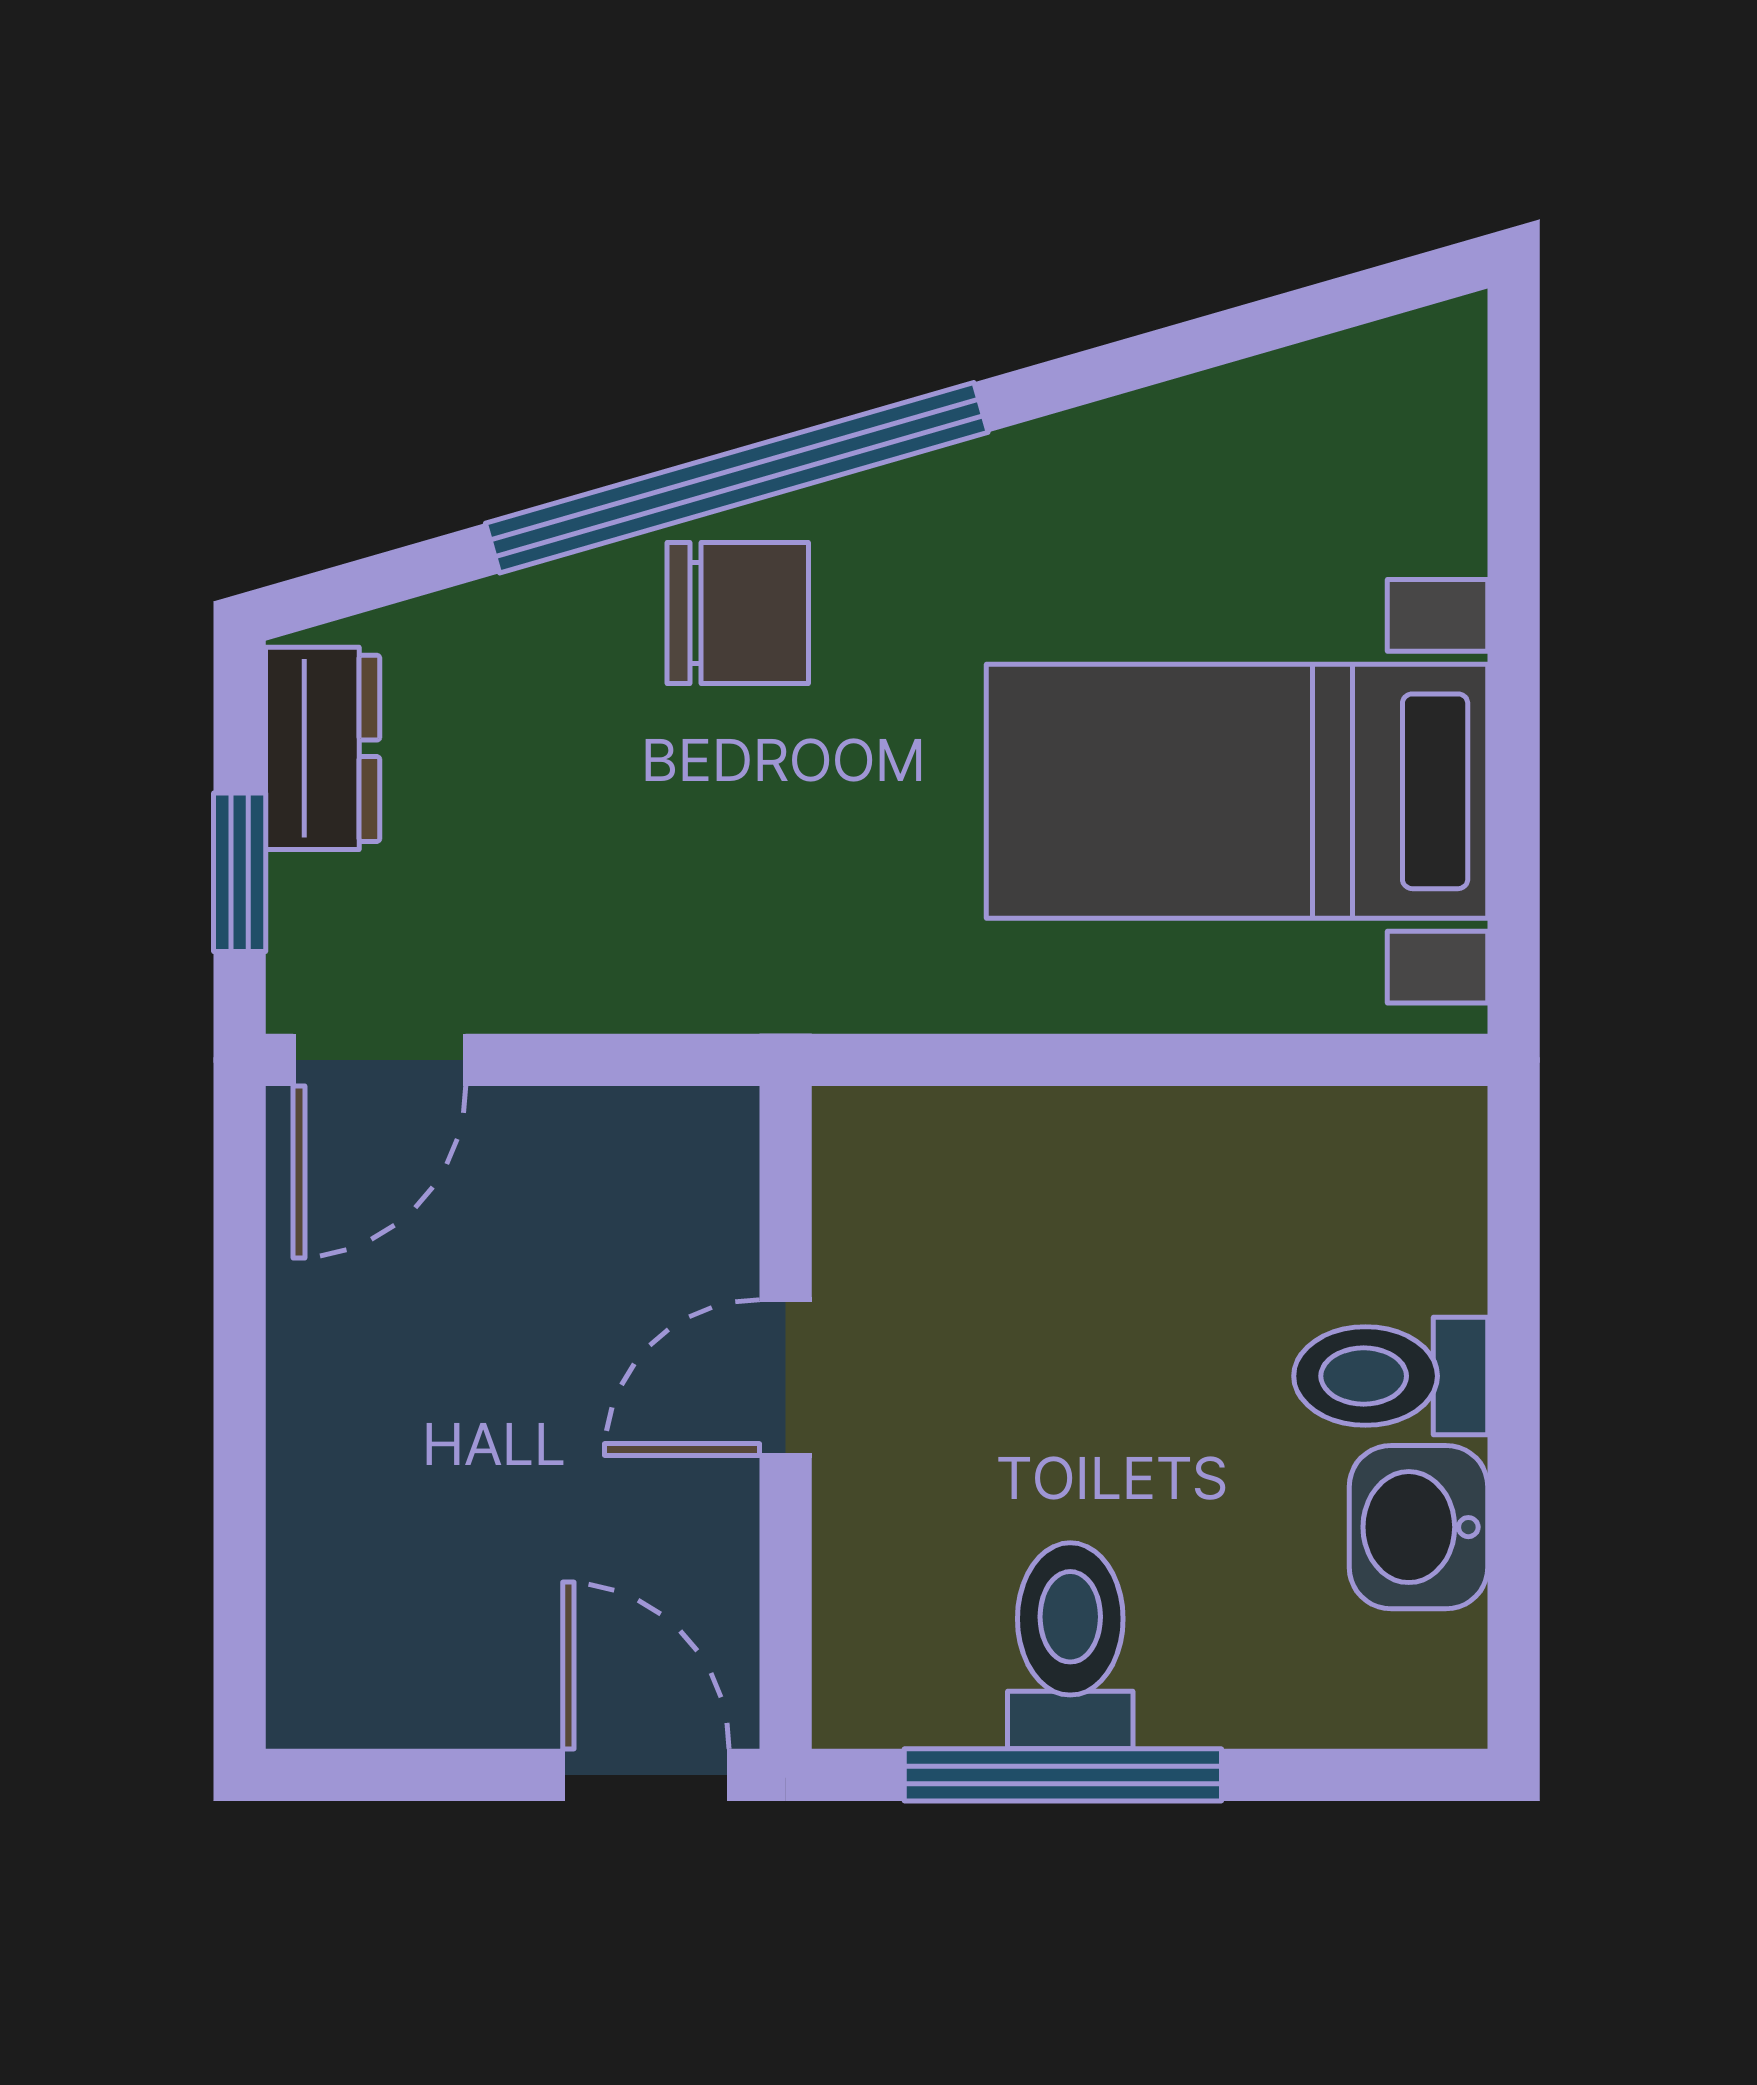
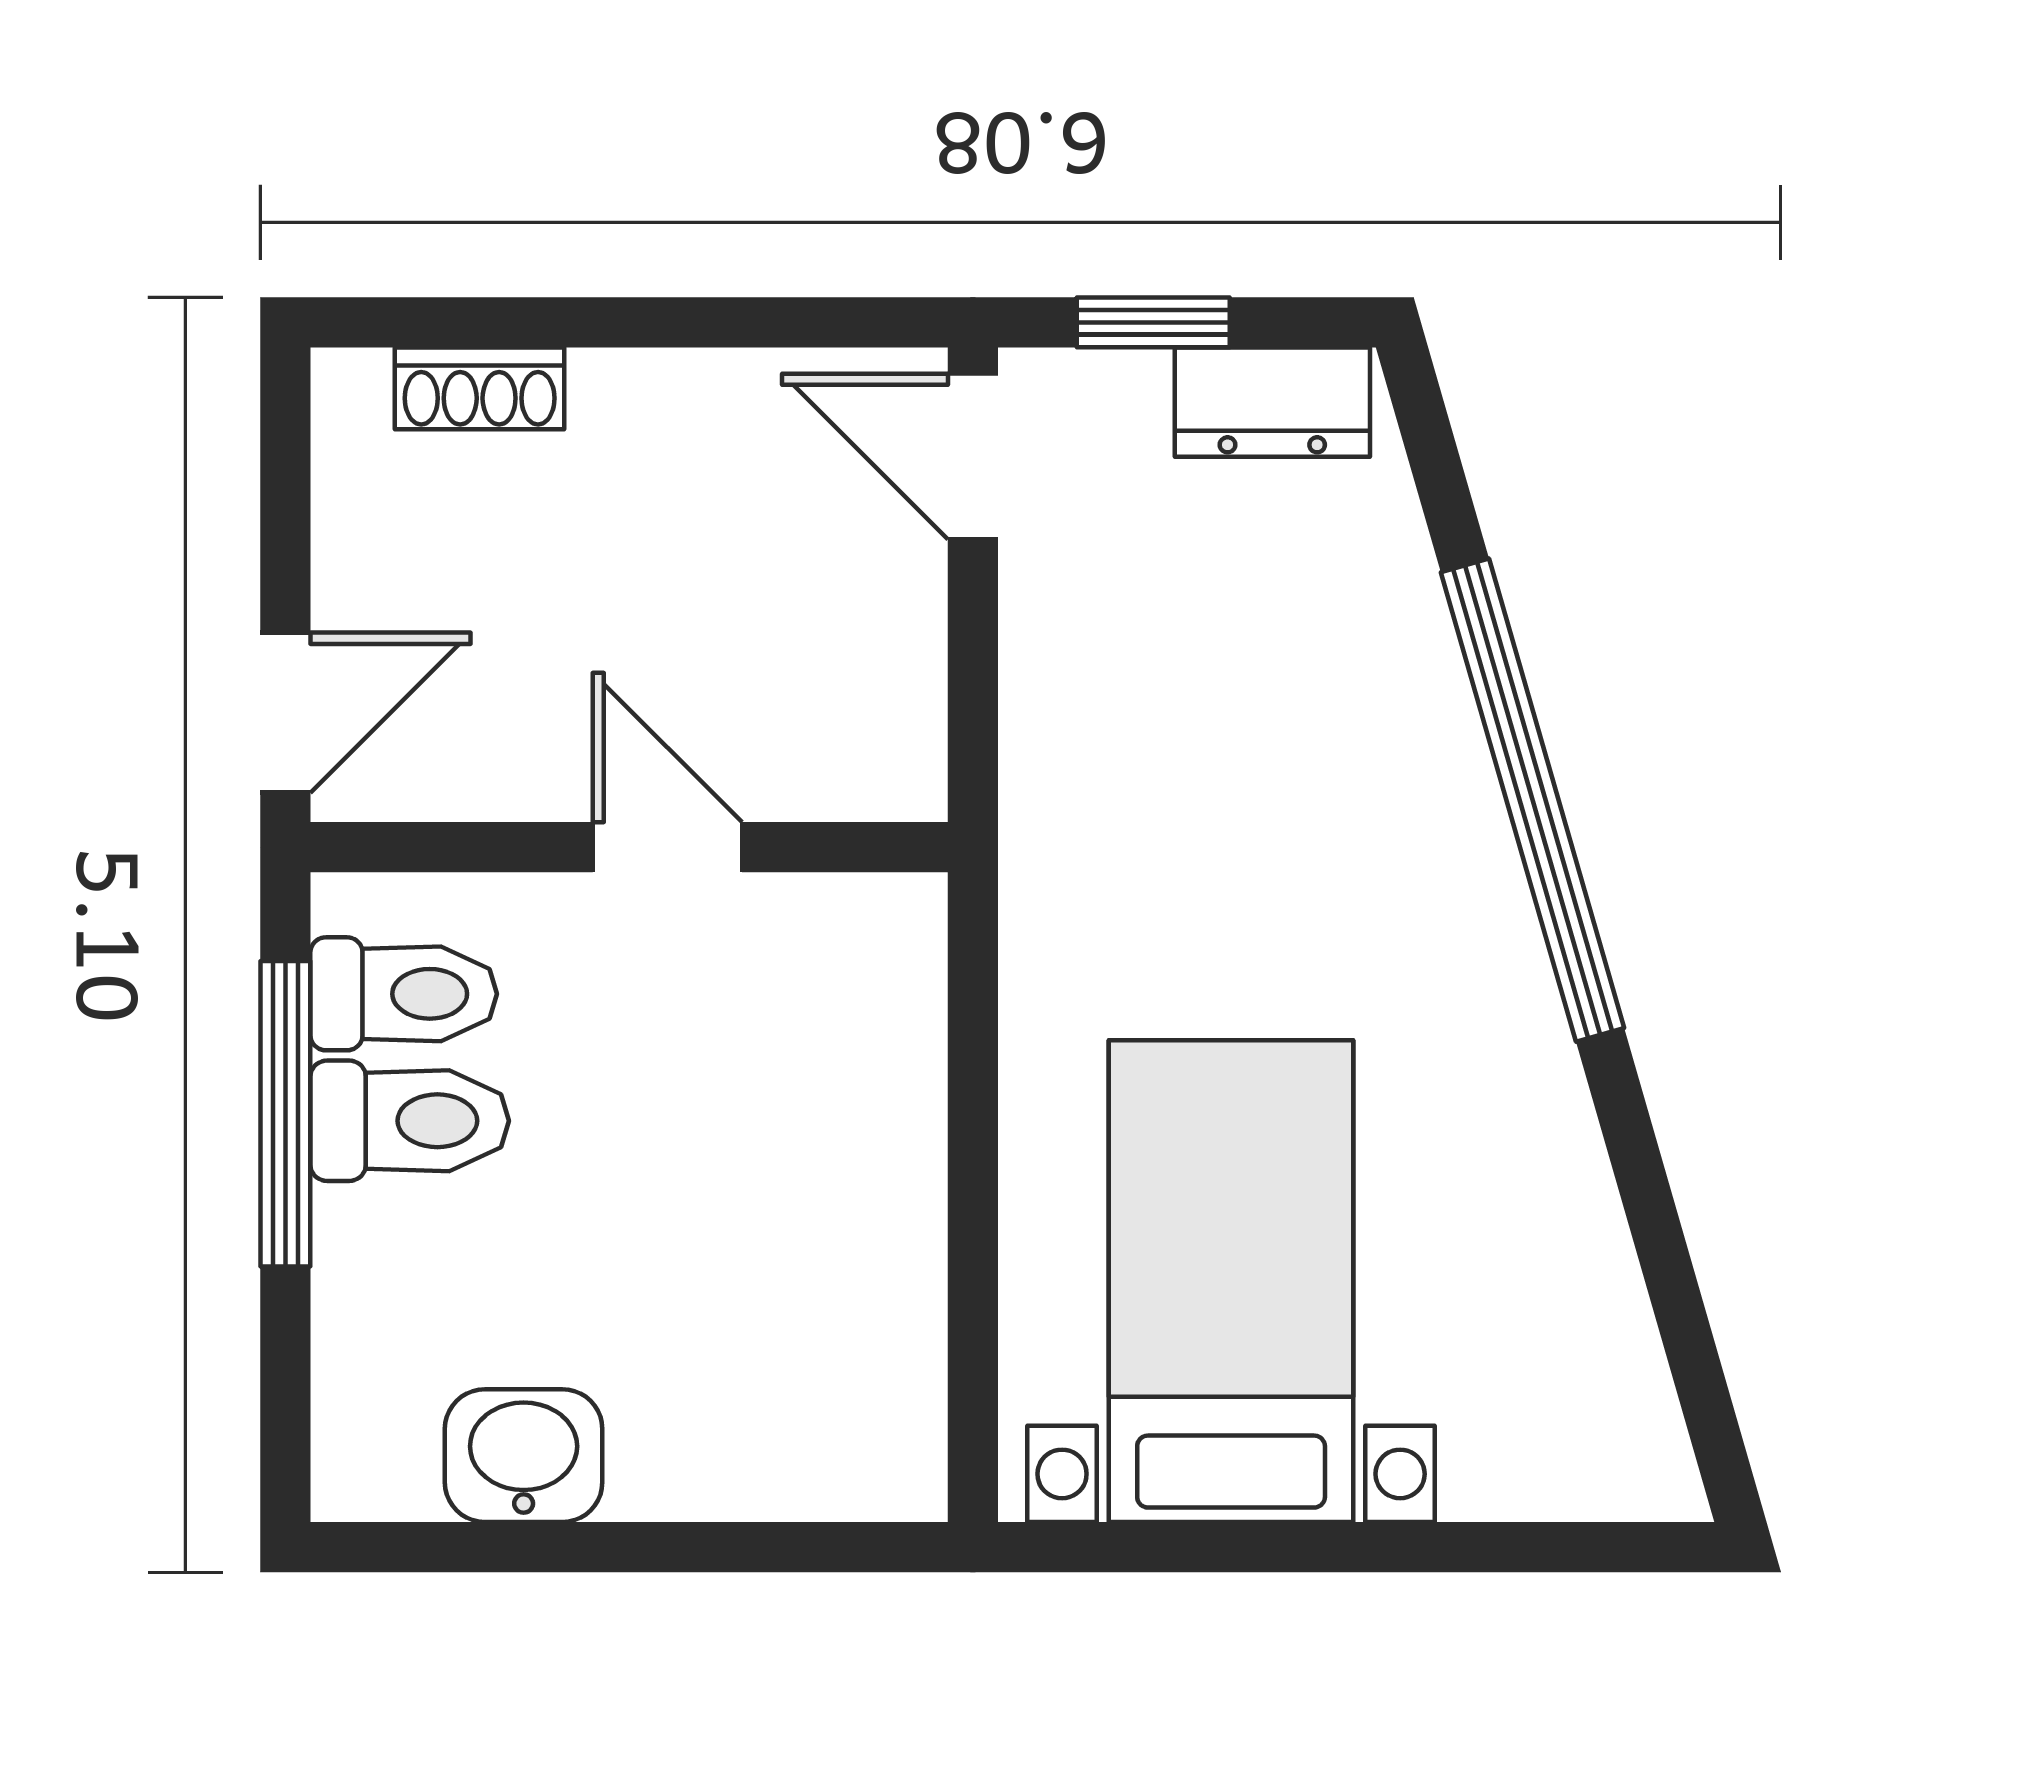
chair: (738, 613) -> (1402, 801), removed
toilet: (1391, 1376) -> (404, 994), moved, turned 90
shoe rack: (308, 1573) -> (480, 388), added

